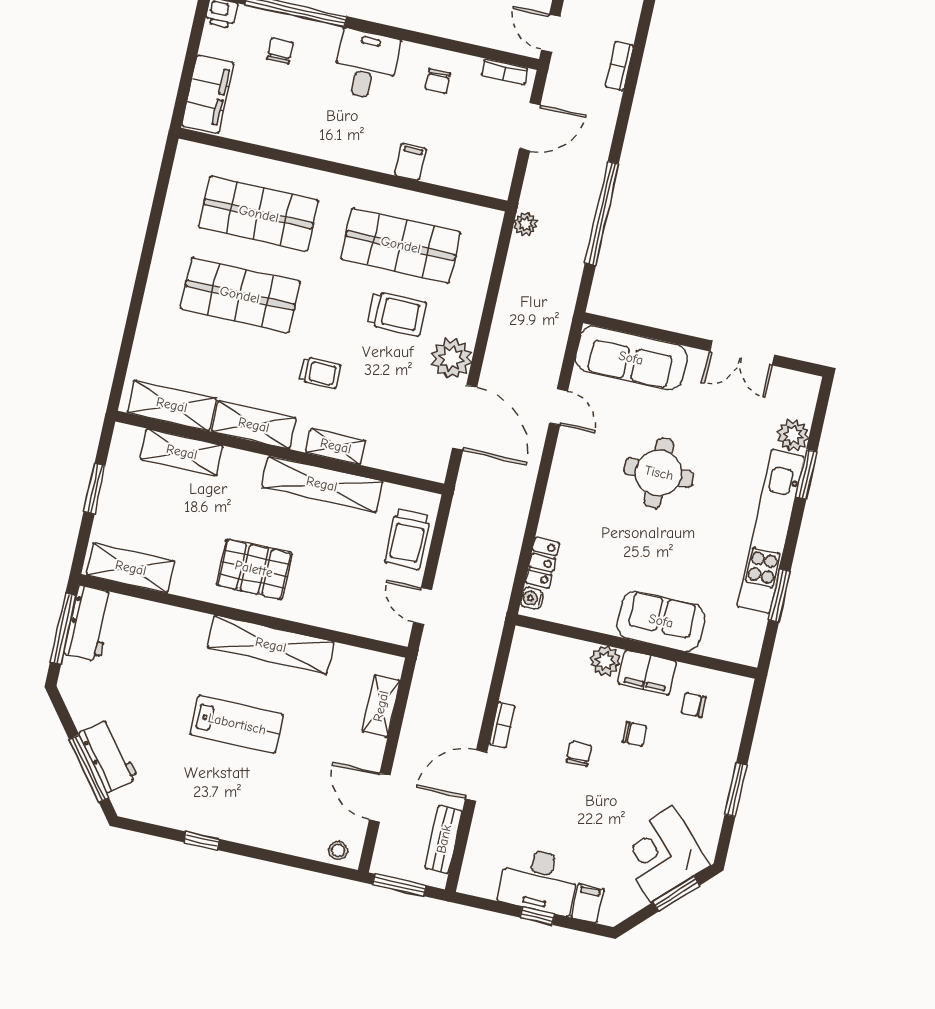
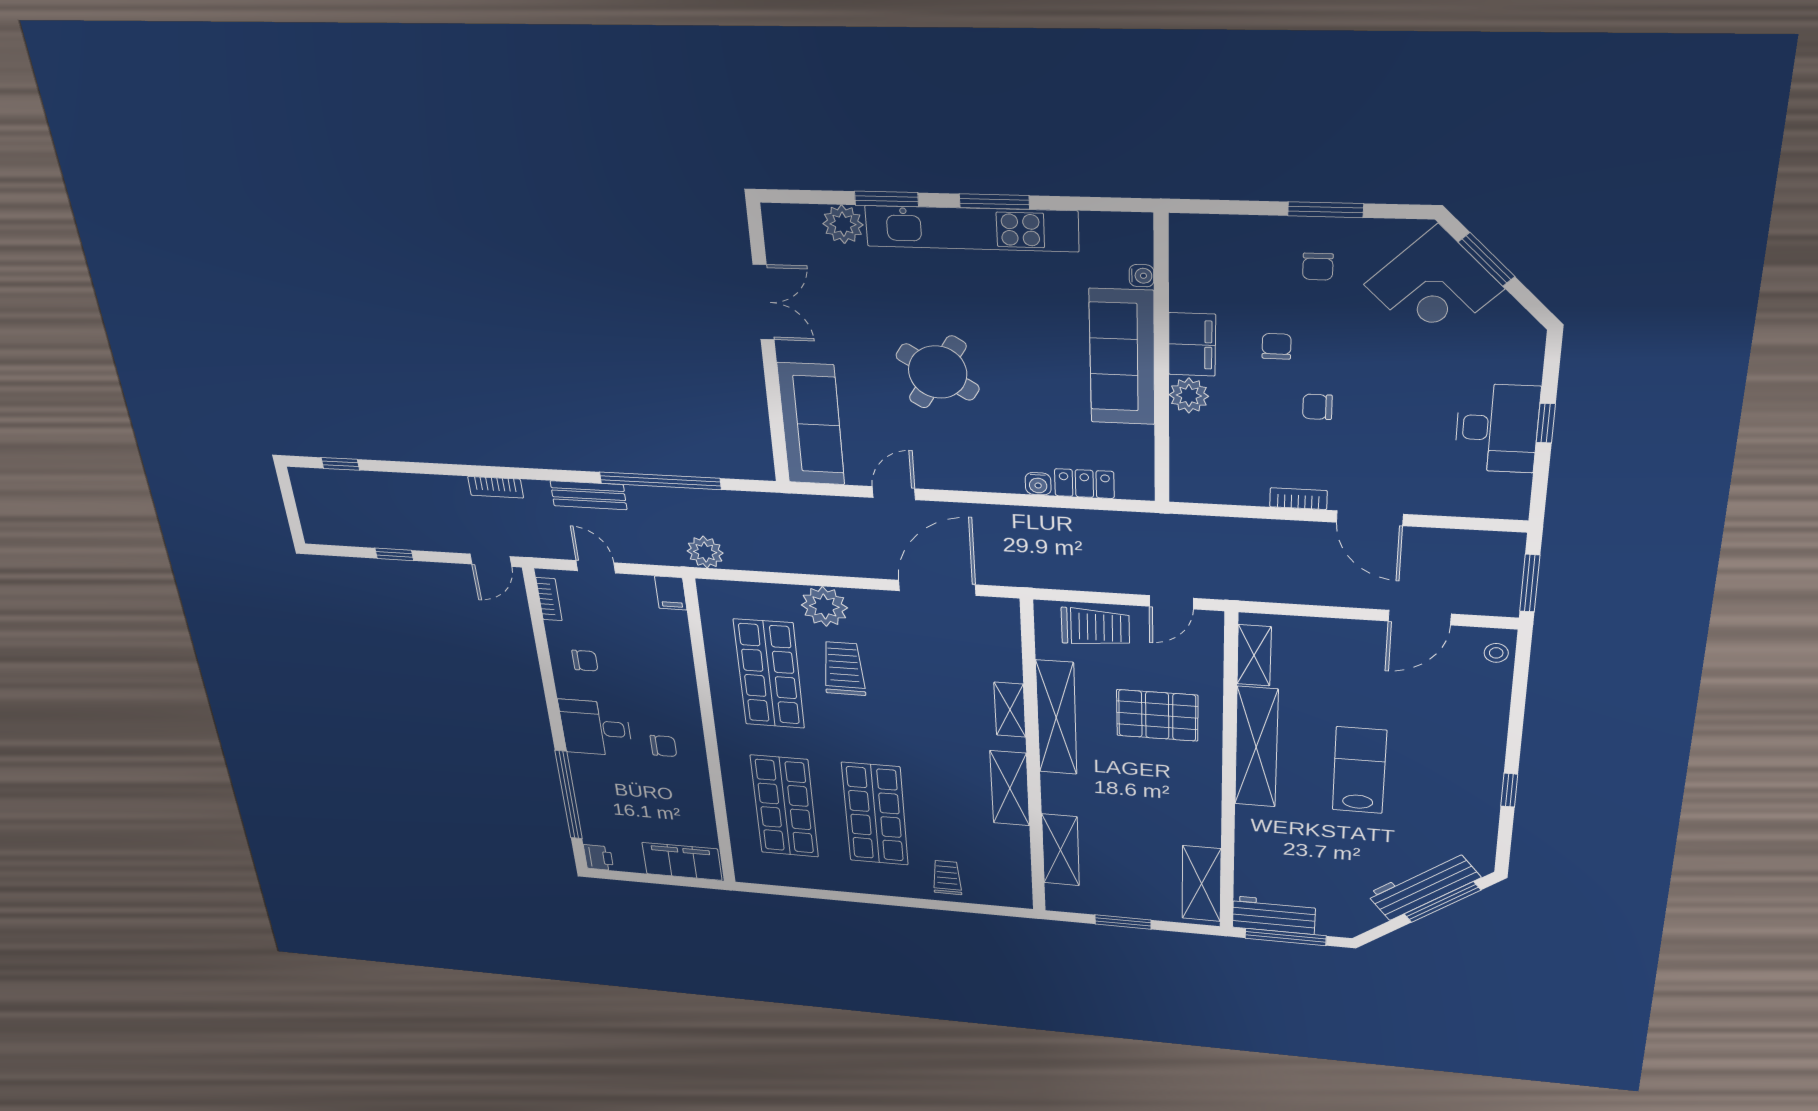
chair: (280, 51) -> (663, 746), moved, turned 180
door: (530, 127) -> (596, 567), width x0.73
filing cabinet: (411, 162) -> (671, 593), moved, turned -90
plant: (526, 224) -> (705, 552), width x1.38, depth x1.38
plant: (451, 359) -> (824, 606), moved
trolley: (320, 373) -> (947, 877), moved
shelving: (172, 405) -> (1012, 863), removed
round table: (659, 473) -> (938, 372), turned 32
pallet: (254, 569) -> (1157, 715), moved, turned 90
window: (779, 596) -> (994, 202), moved
water cooler: (532, 598) -> (1038, 484), moved
sofa: (661, 621) -> (1122, 357), width x1.36
water cooler: (710, 648) -> (1142, 276), added
chair: (694, 705) -> (1318, 267), moved
shelving: (381, 706) -> (1254, 655), moved, turned 90
workbench: (108, 756) -> (1423, 886), width x1.38
bench: (444, 839) -> (589, 495), moved
filing cabinet: (587, 903) -> (1518, 366), removed

